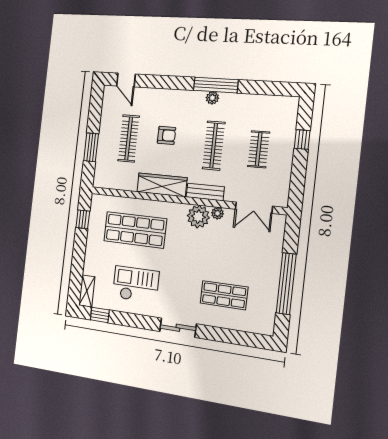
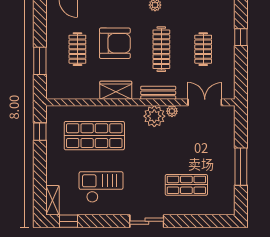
armchair: (166, 135) -> (115, 43), width x1.88, depth x1.88
clothes rail: (129, 138) -> (77, 49), width x0.73
wardrobe: (162, 185) -> (116, 90), width x0.67
double door: (254, 208) -> (205, 102), swing flipped
window: (286, 284) -> (241, 167), width x0.68

